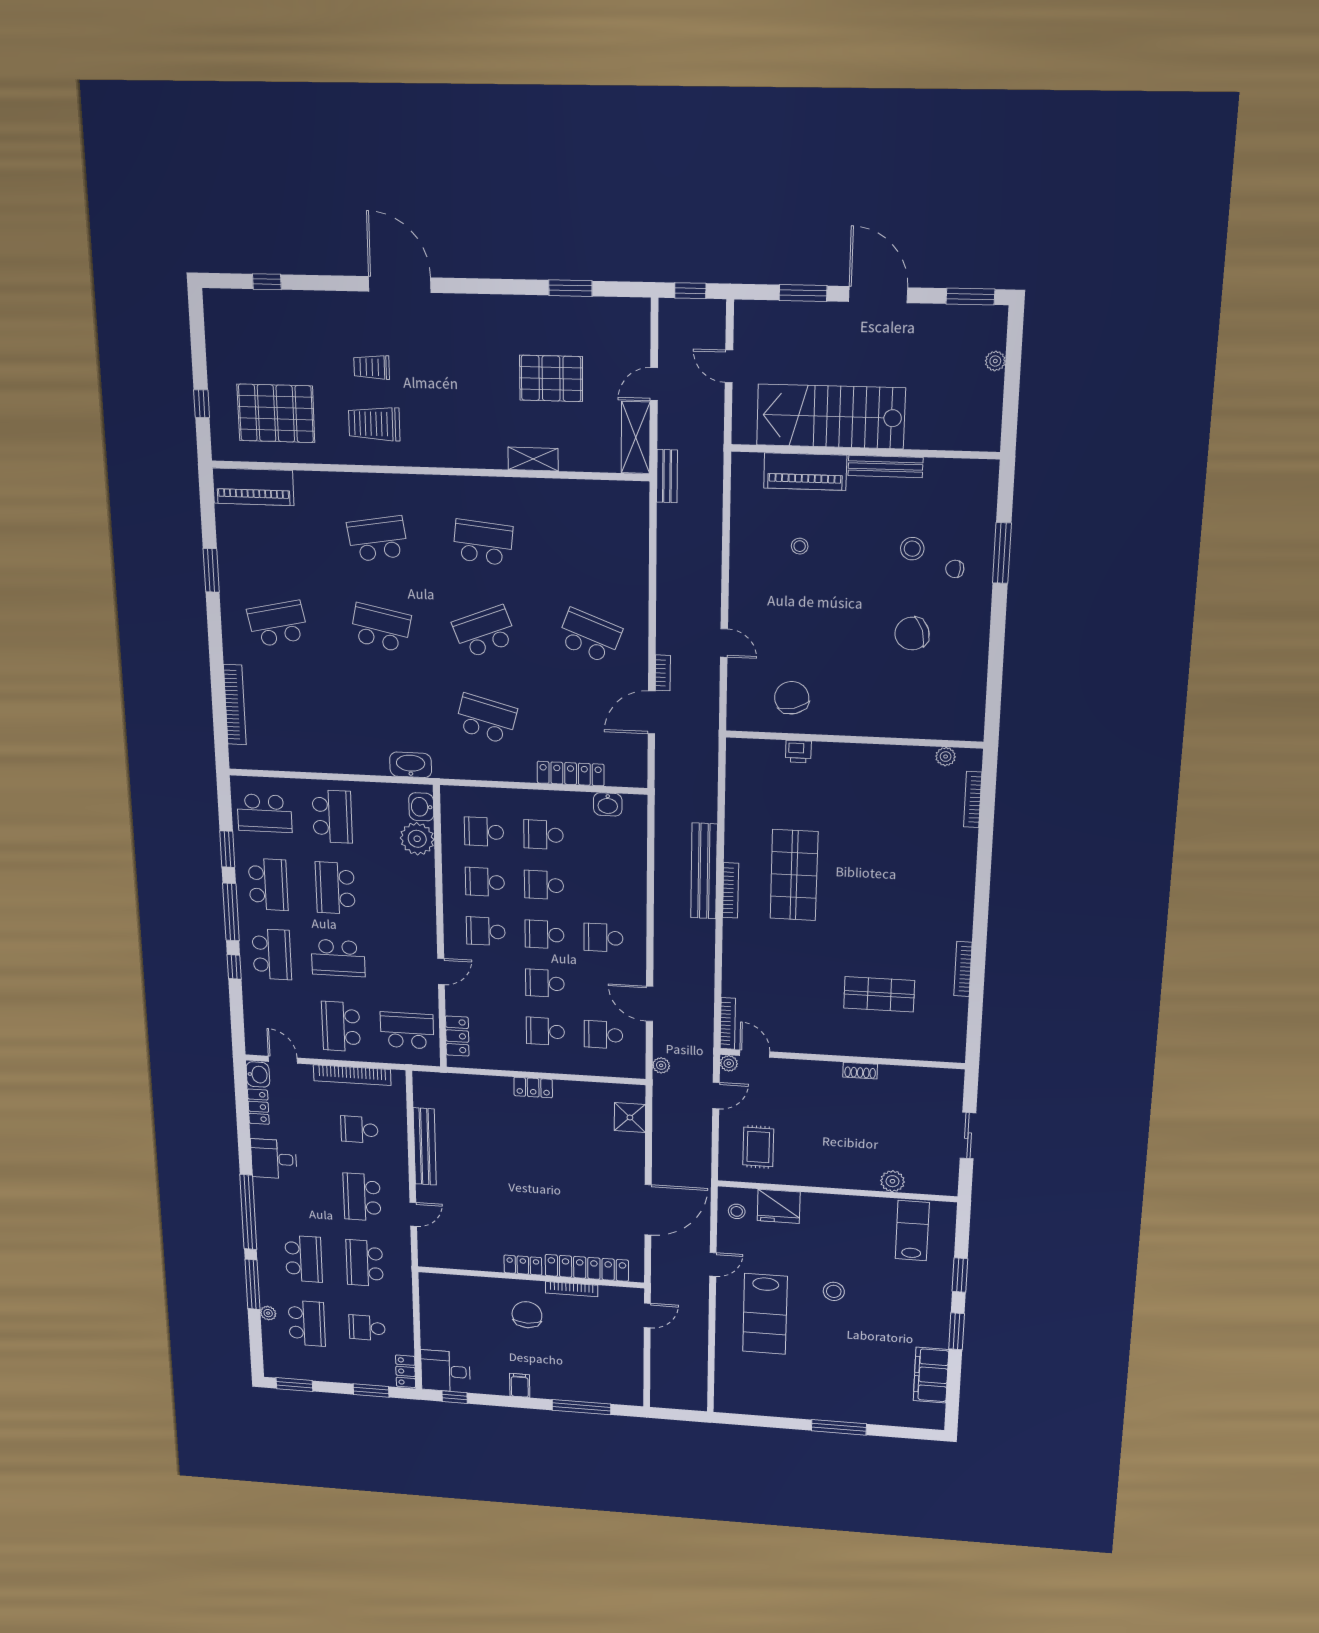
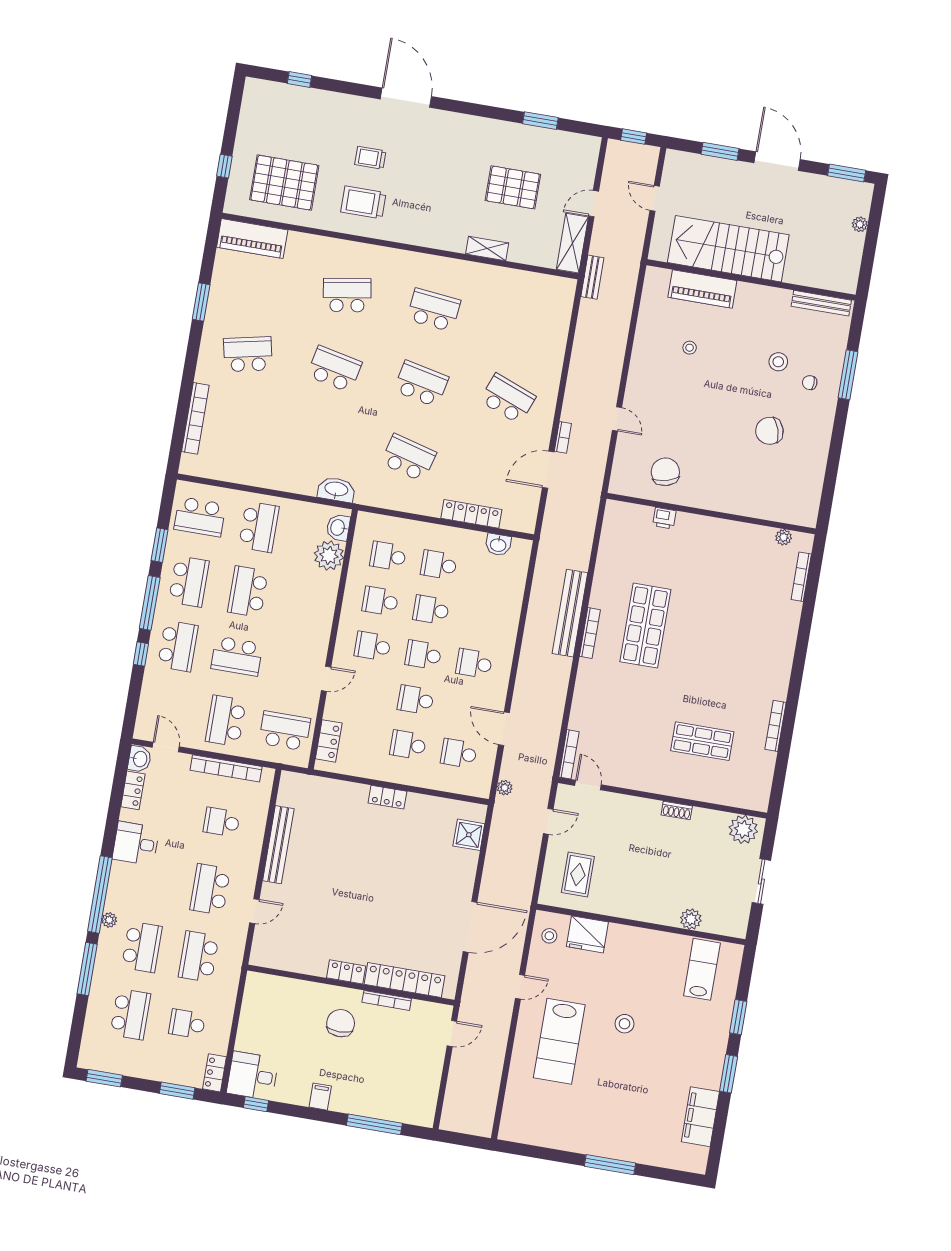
bench: (885, 466) -> (821, 303), moved
school desk: (484, 632) -> (421, 384), turned 33
plant: (729, 1063) -> (743, 829), moved, width x1.87, depth x1.87
plant: (268, 1313) -> (109, 920), moved

